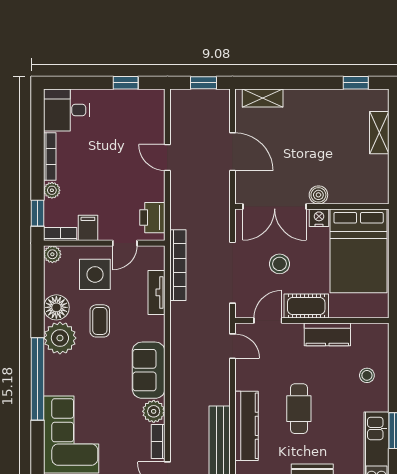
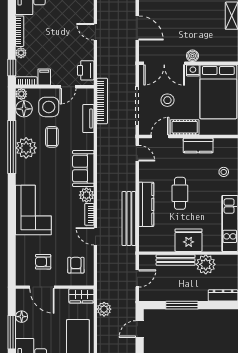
floor lamp: (56, 307) -> (24, 109), moved
window: (38, 379) -> (12, 147), moved

